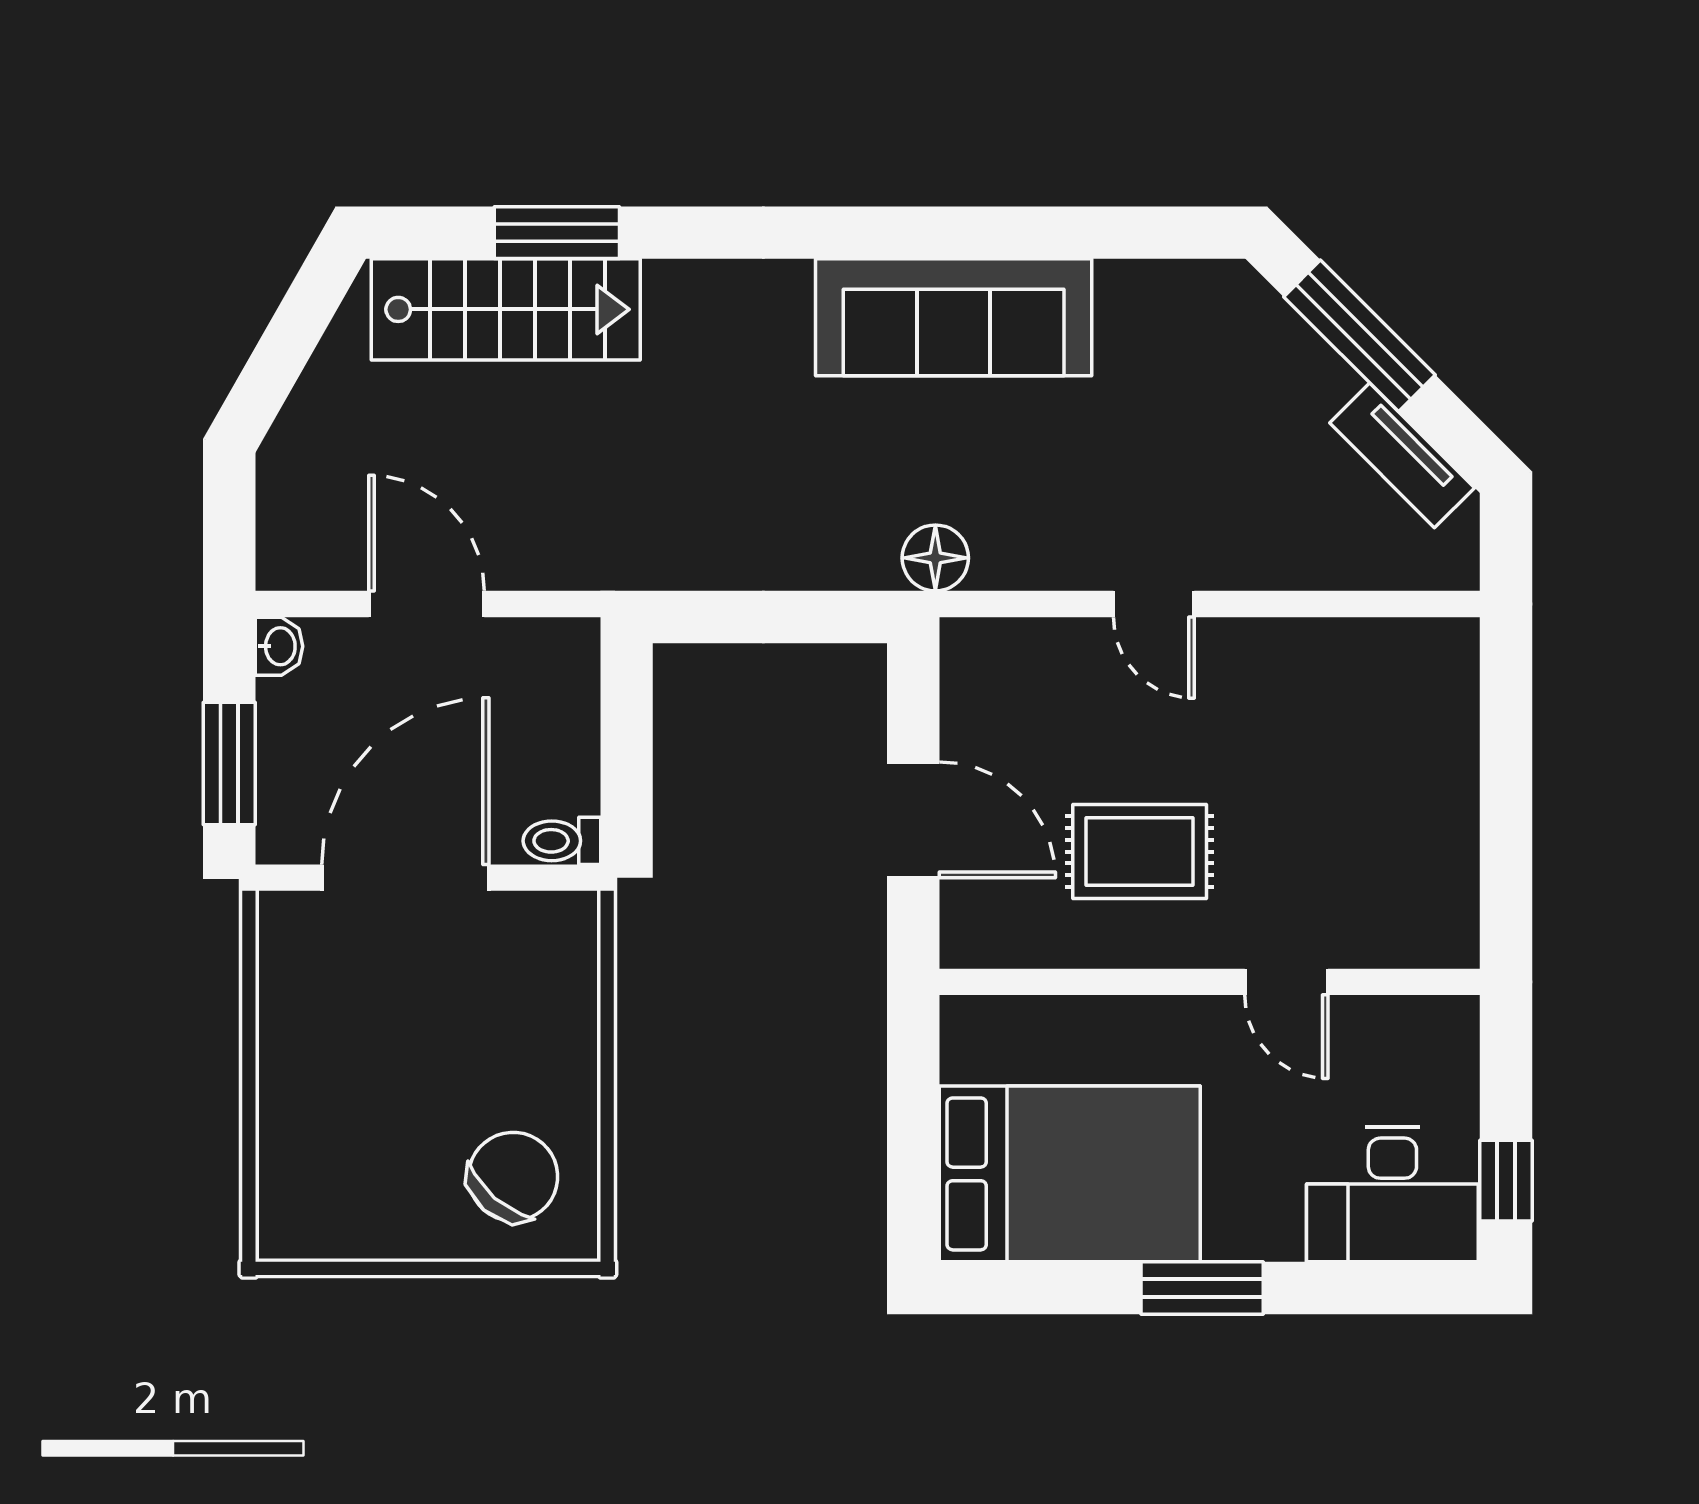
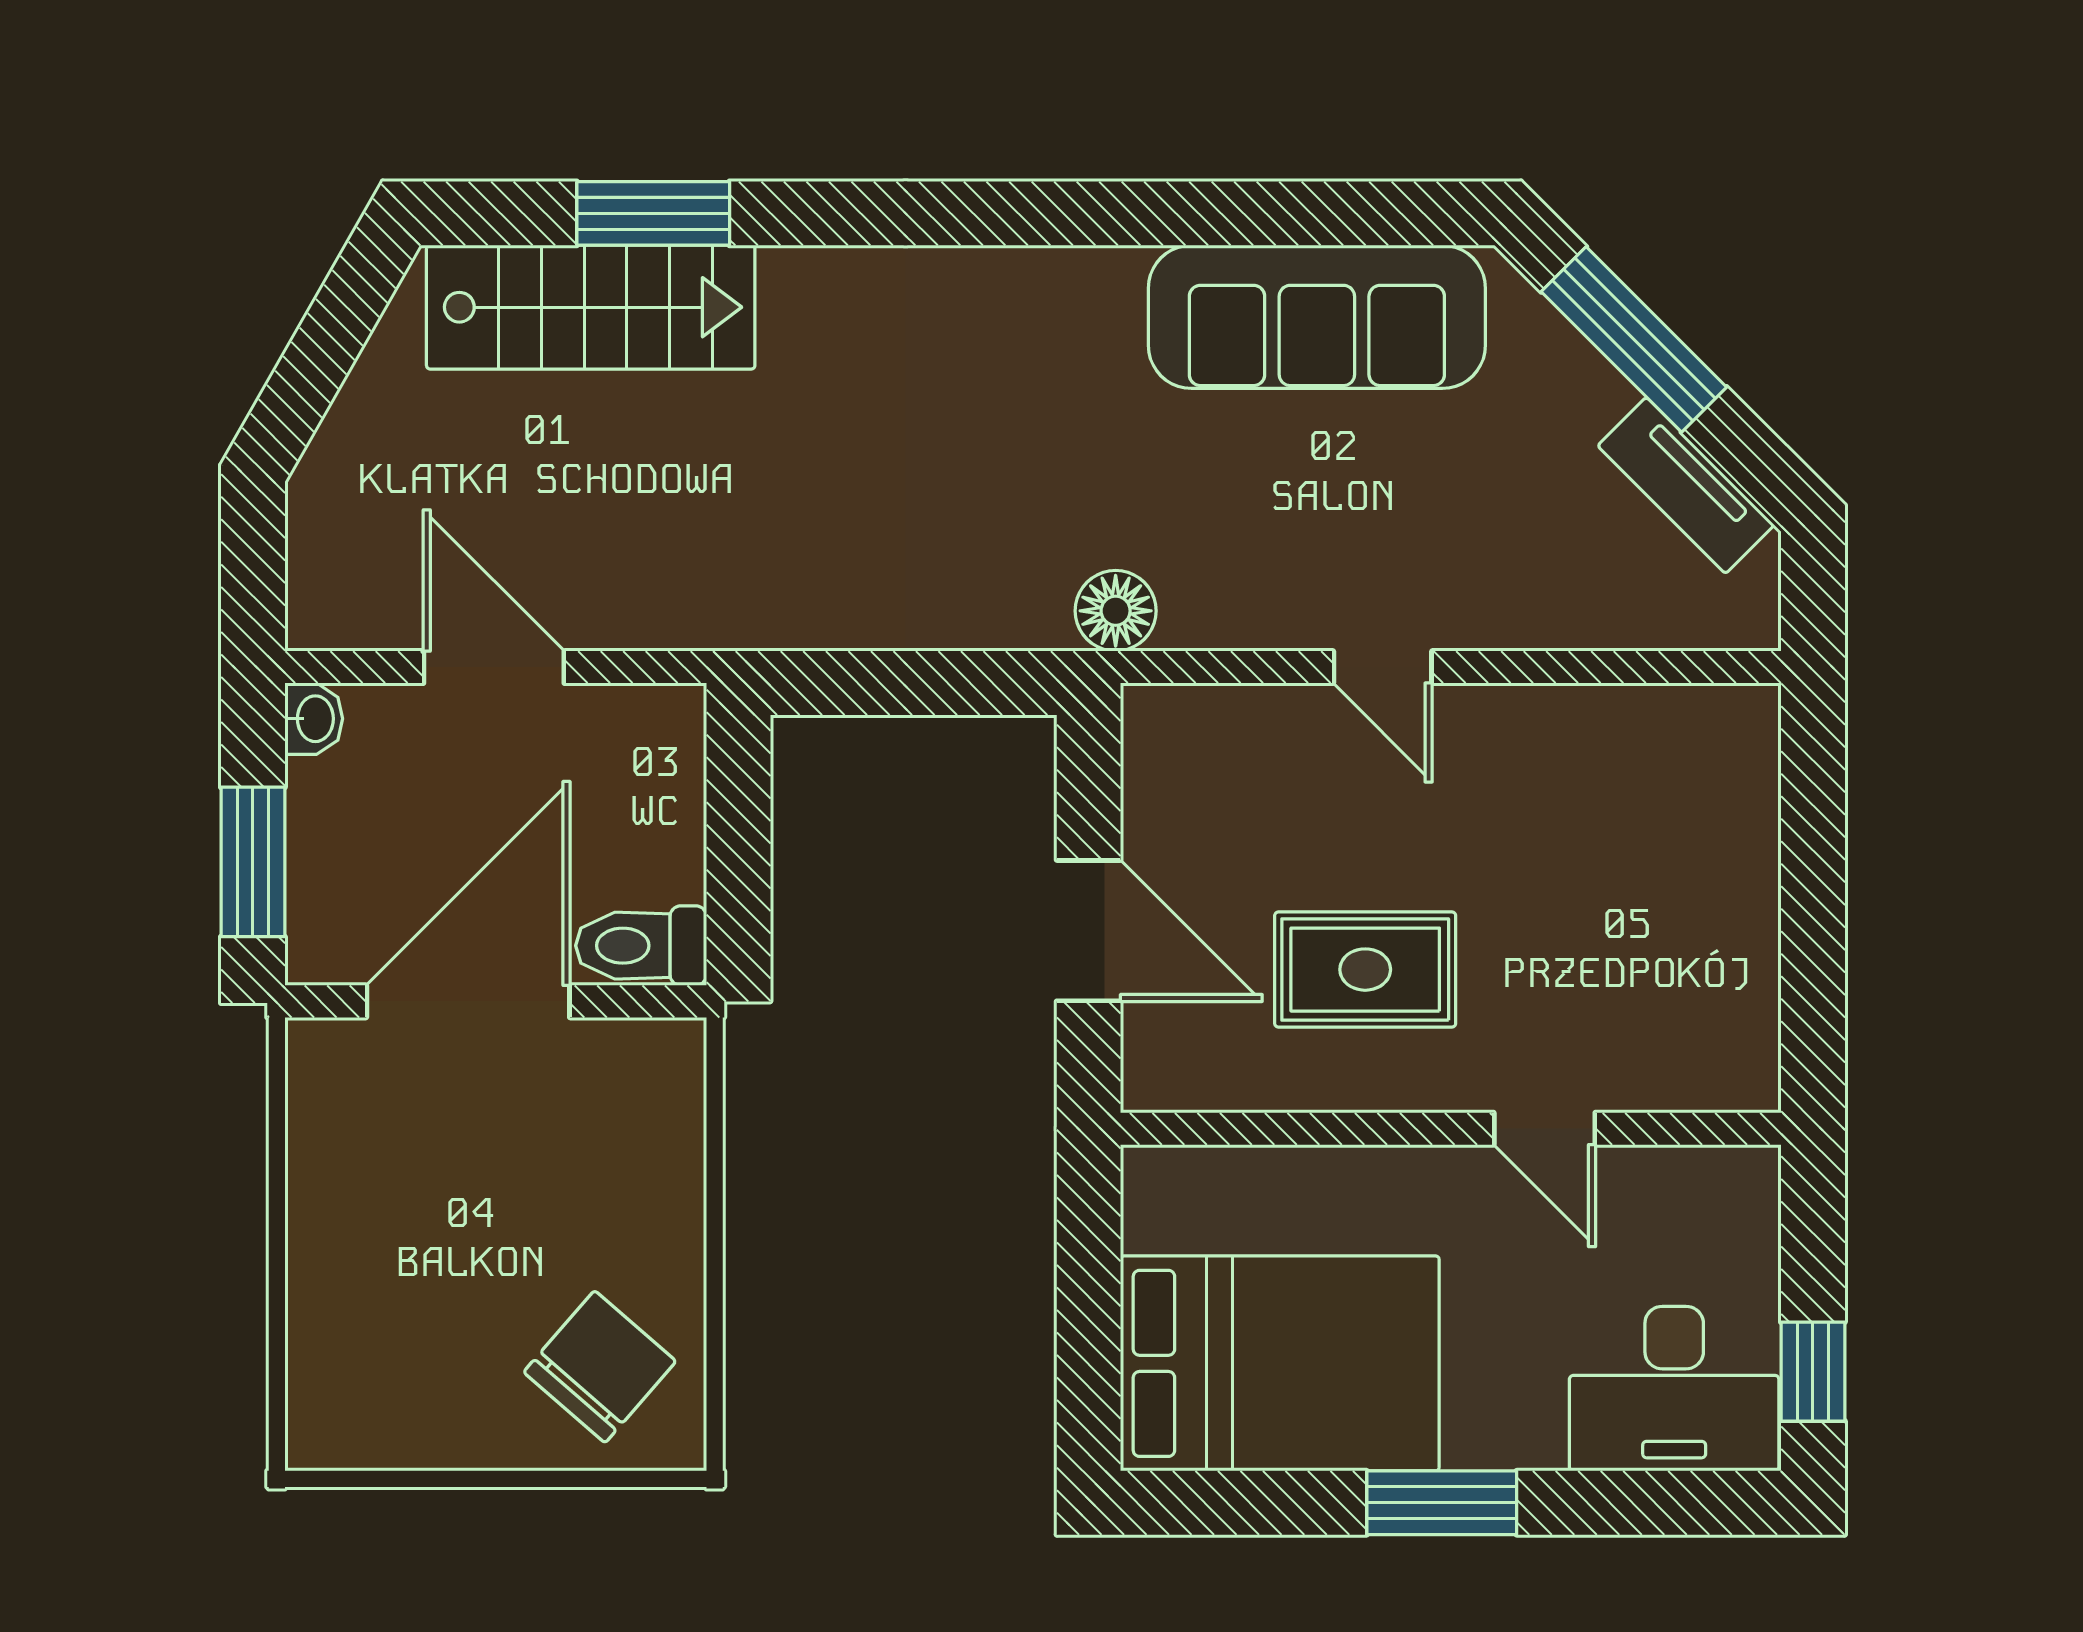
sofa: (954, 317) -> (1317, 317), moved
toilet: (562, 841) -> (641, 946), width x1.37, depth x1.39

